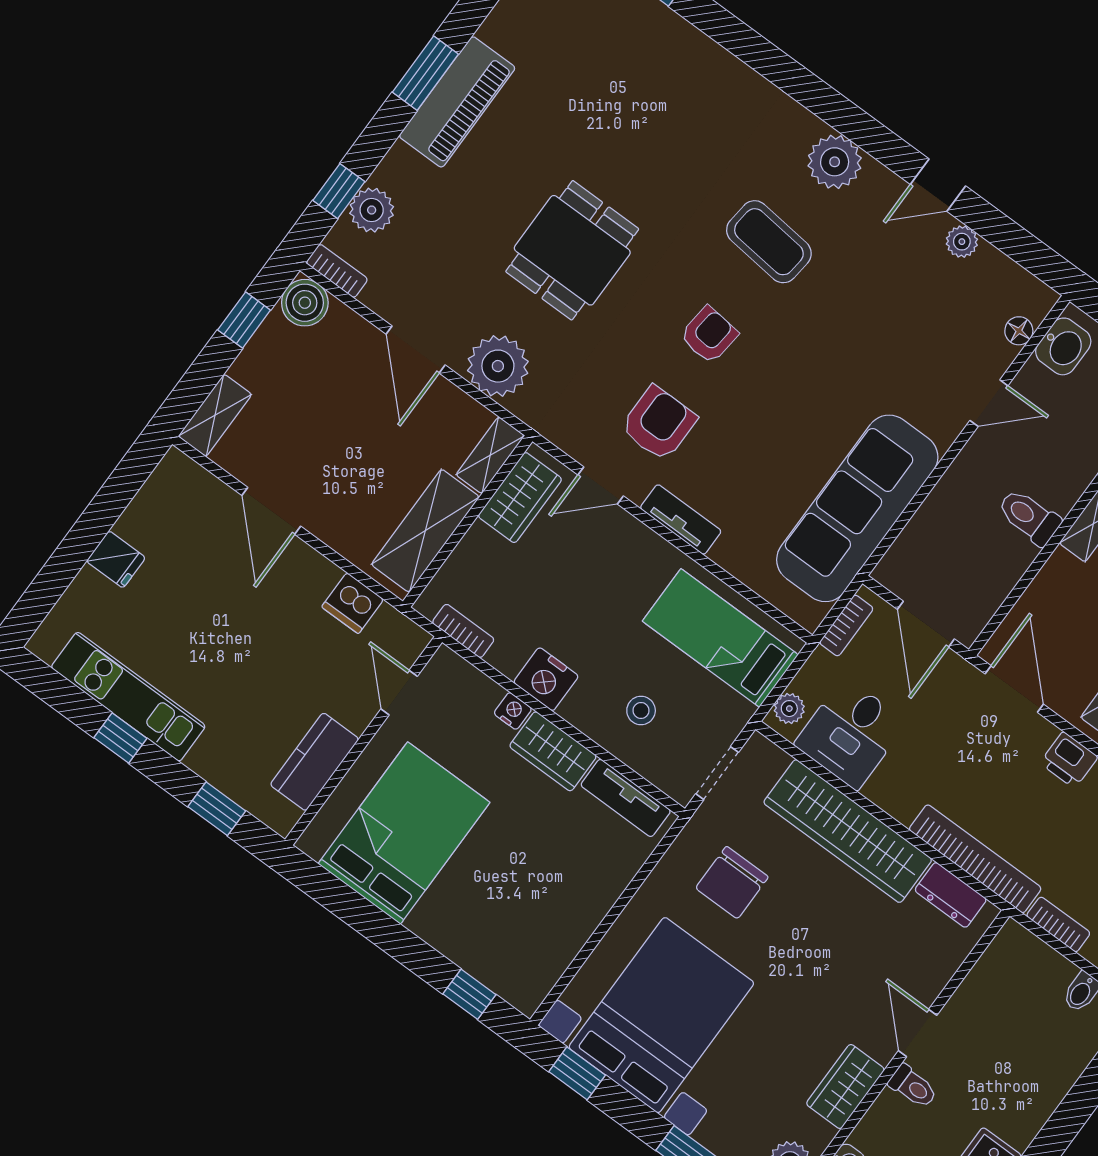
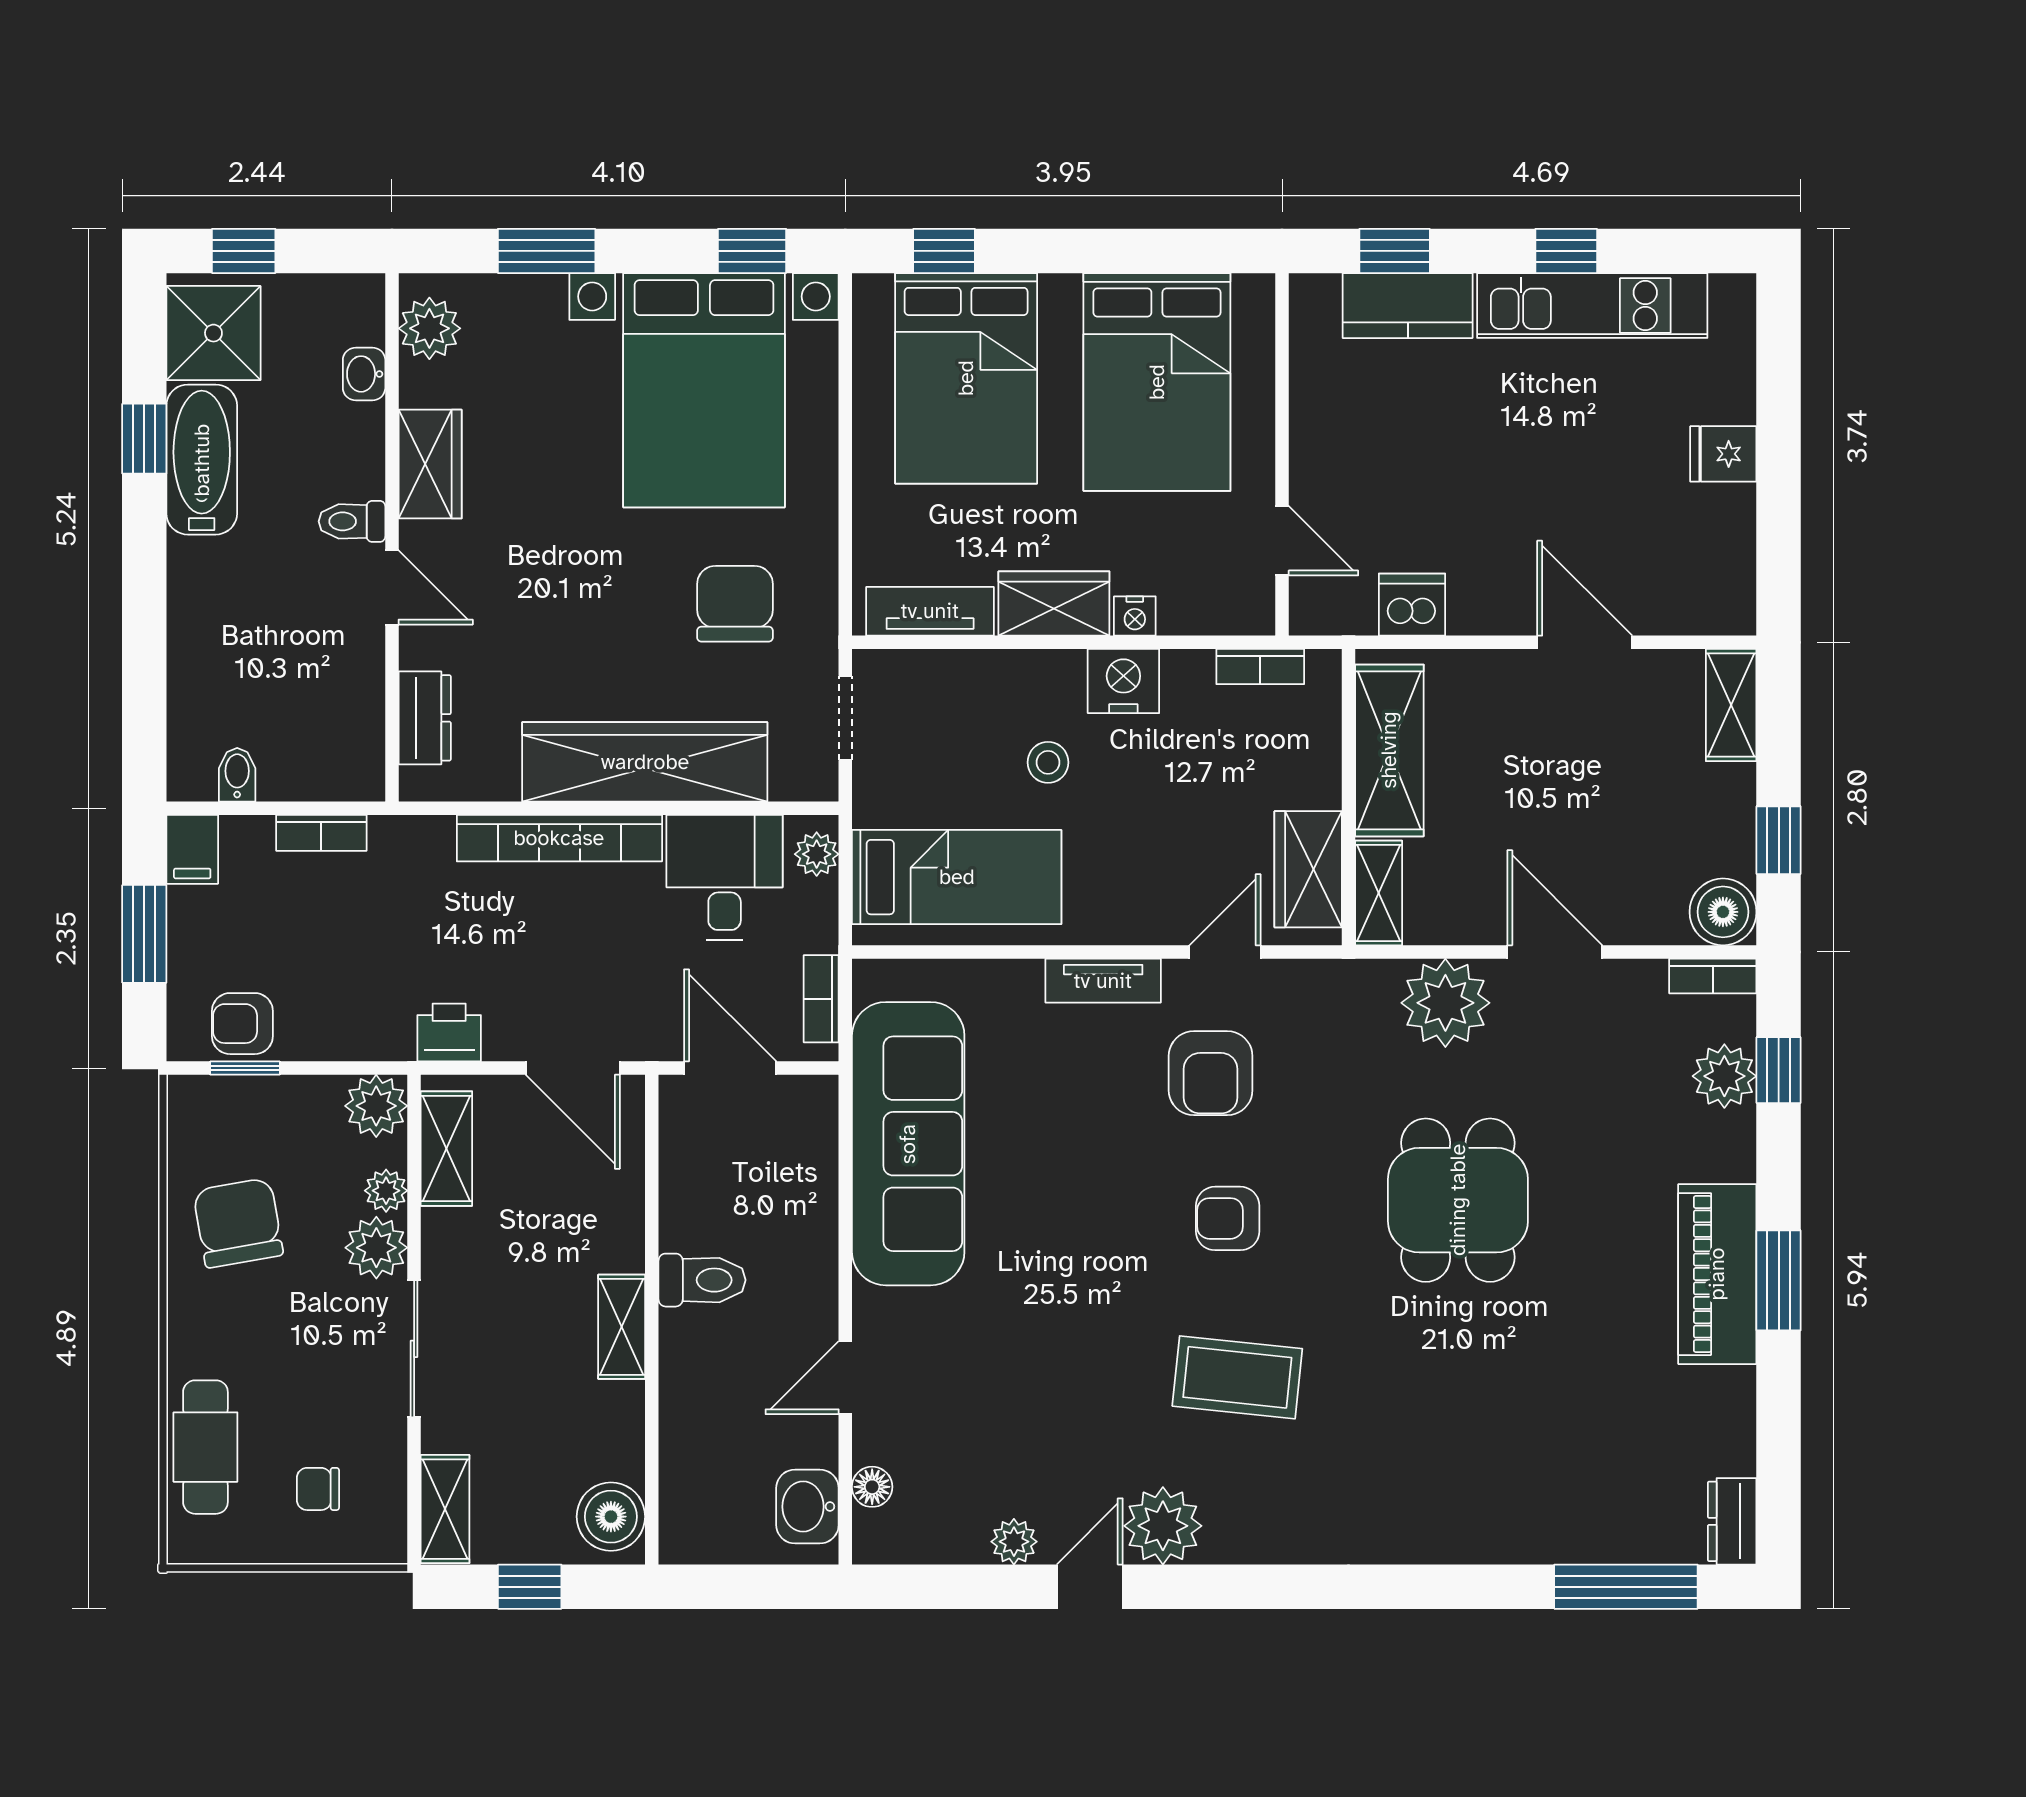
plant: (835, 162) -> (1163, 1526), moved
armchair: (709, 335) -> (1228, 1218), turned 84
stool: (641, 710) -> (1048, 762), moved
kitchen counter: (314, 762) -> (1408, 306), moved, turned 90
bookcase: (975, 859) -> (559, 838), moved
dresser: (951, 895) -> (425, 718), moved, turned 90
bed: (509, 914) -> (966, 378), added

